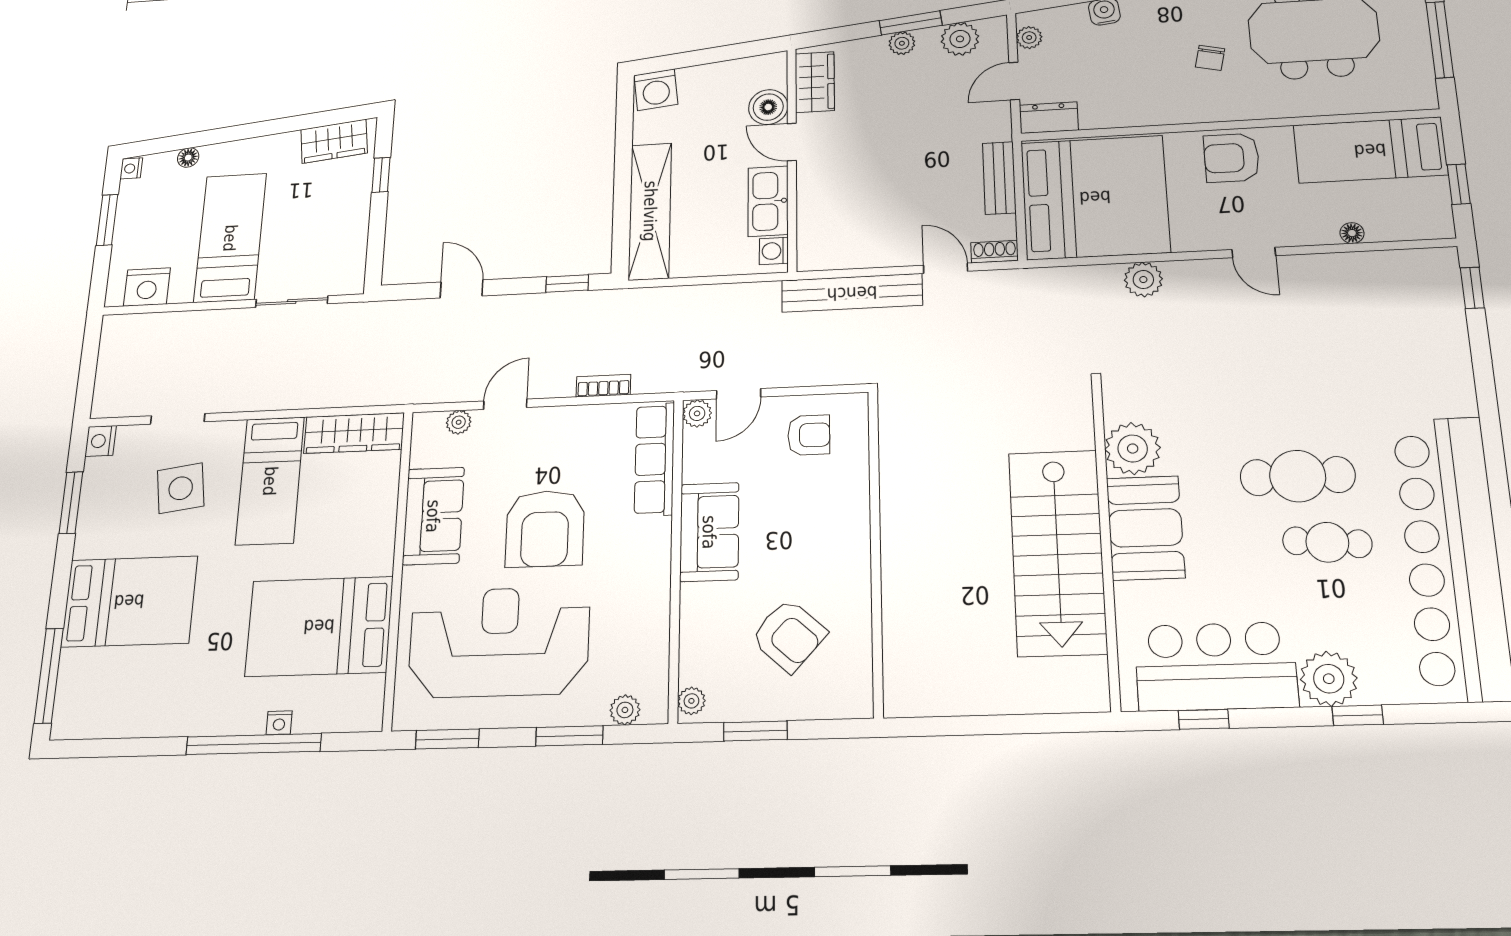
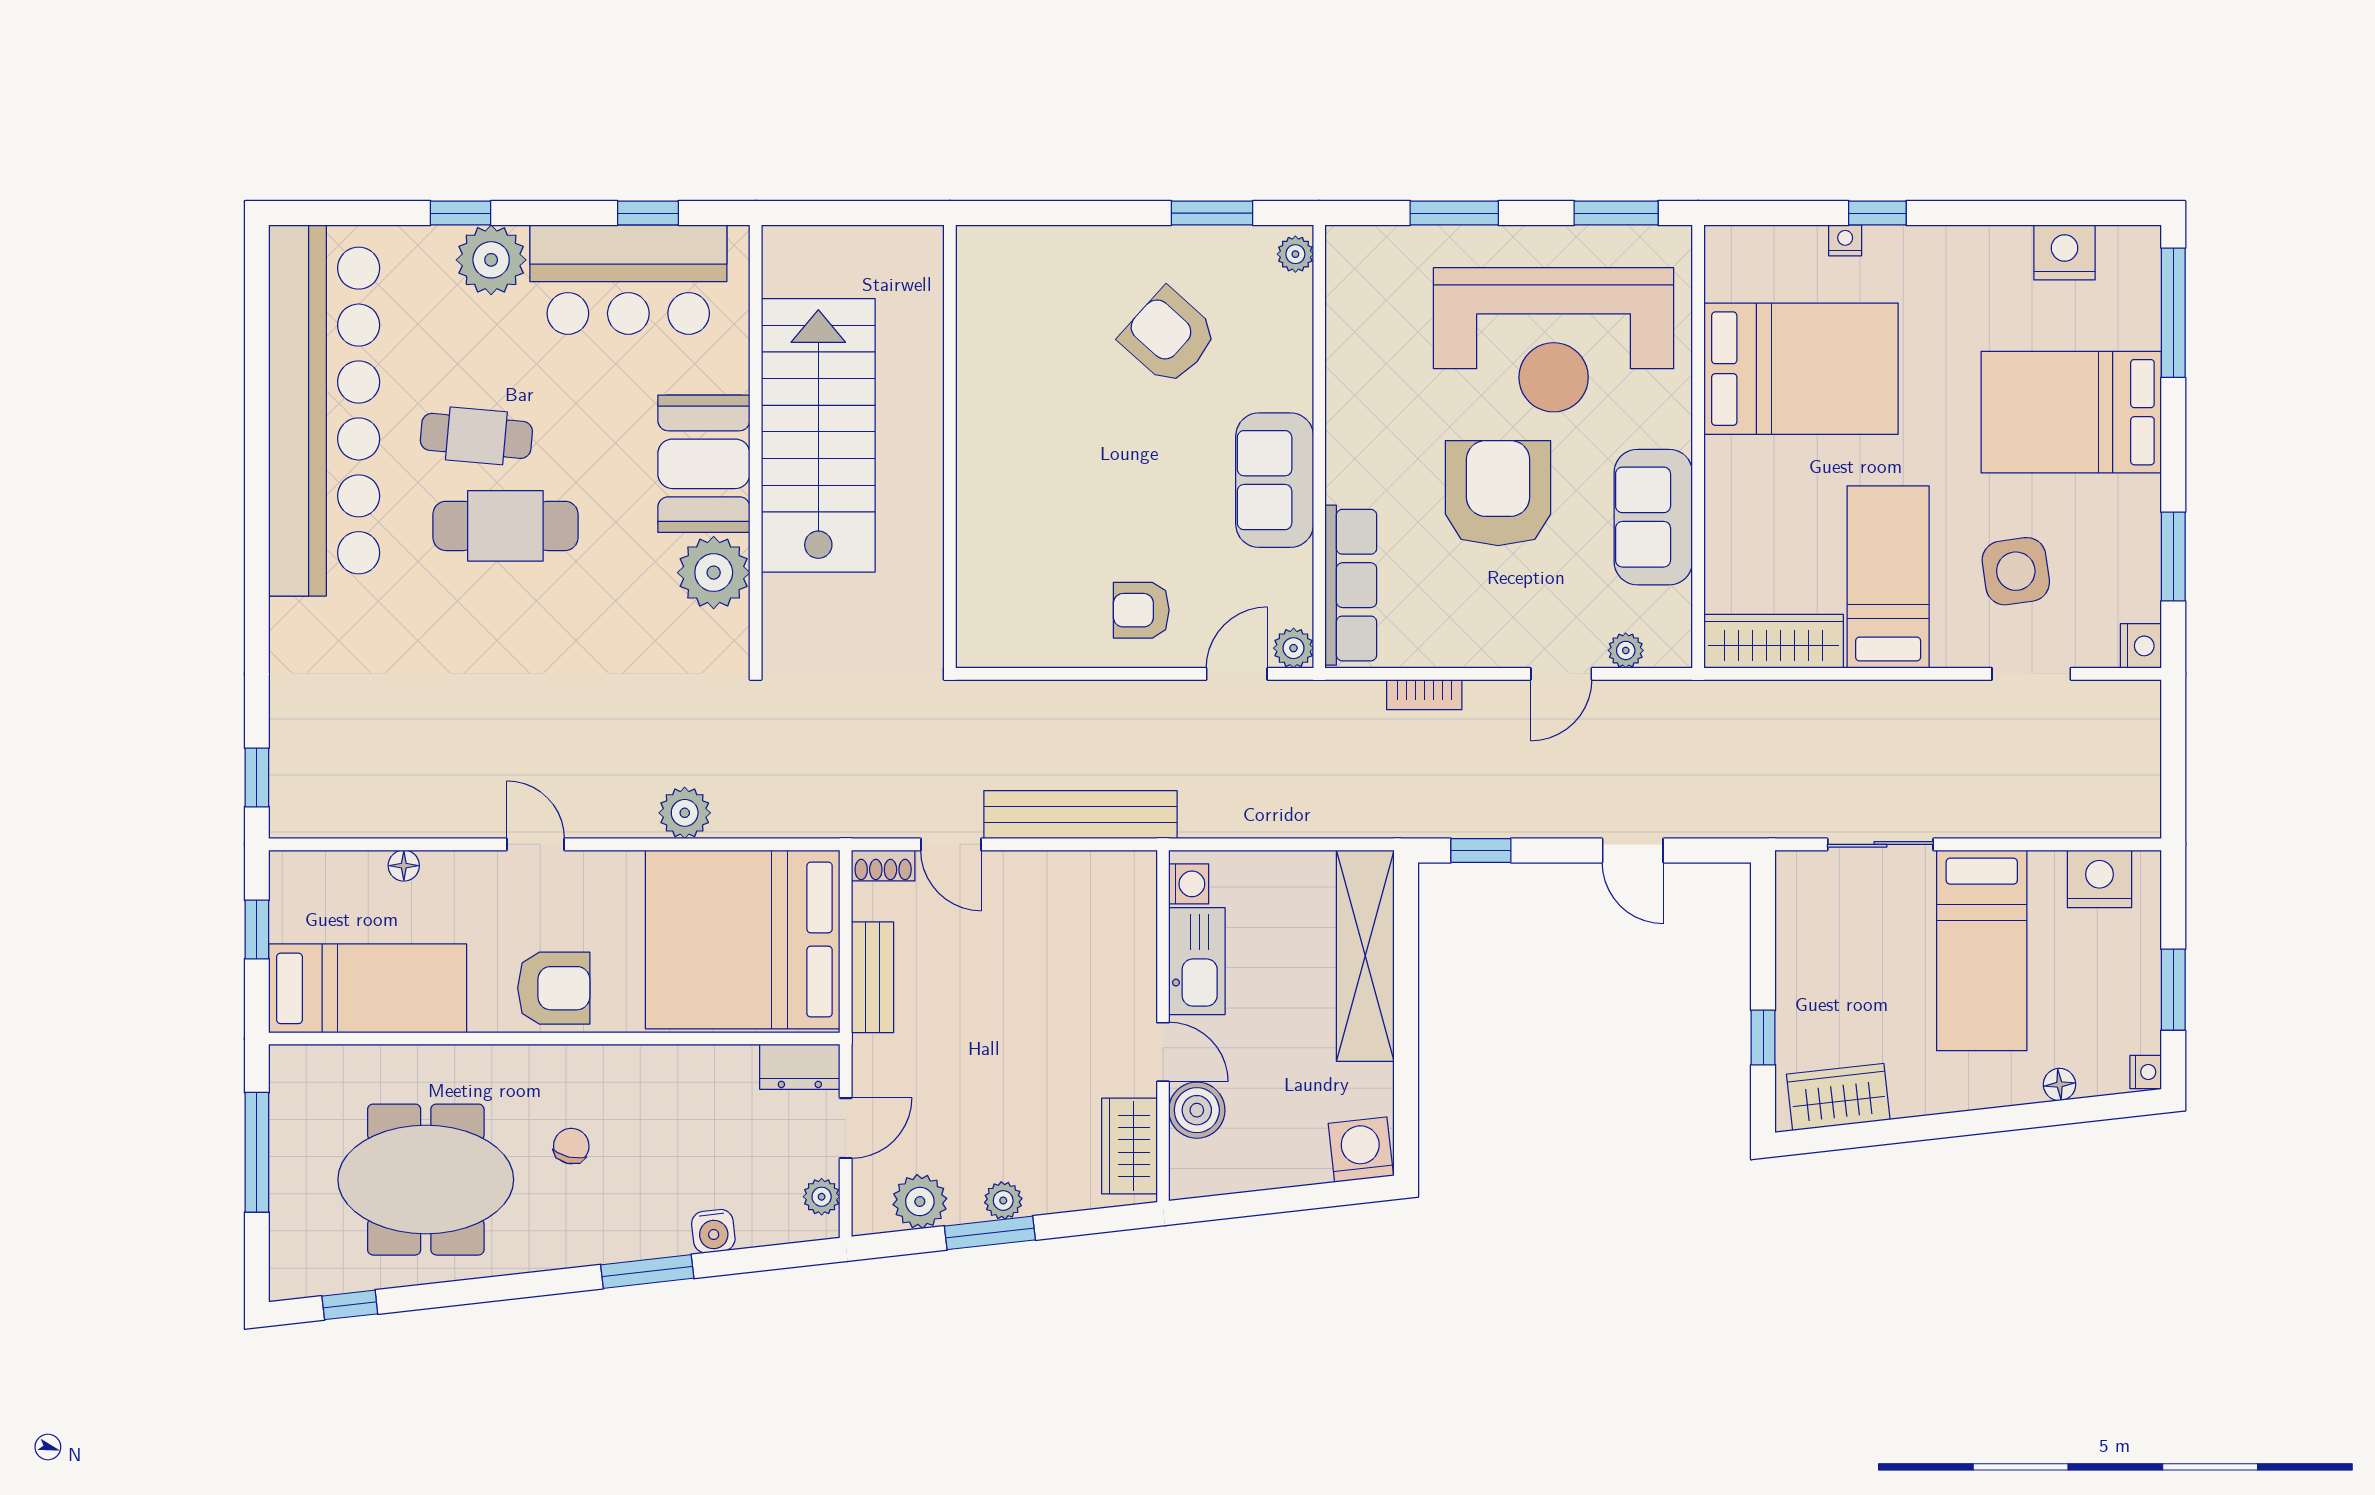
wall: (876, 550) -> (950, 447), moved
plant: (625, 710) -> (1382, 245), removed
nightstand: (121, 718) -> (2065, 252), added
window: (254, 744) -> (1877, 213), width x0.32

